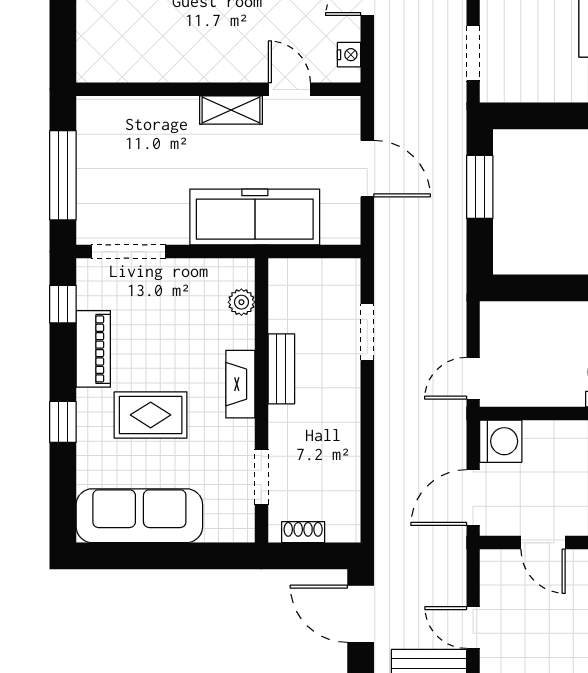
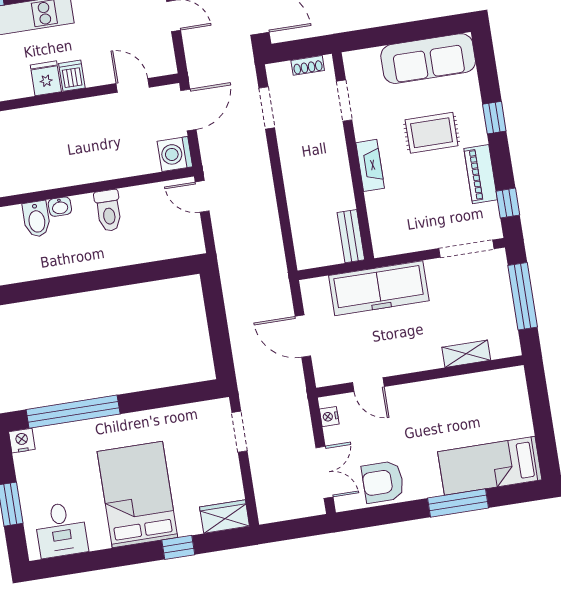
shelving: (231, 110) -> (466, 354), moved
window: (480, 187) -> (219, 336), removed
plant: (241, 302) -> (379, 225), removed
doorway: (367, 332) -> (267, 108), moved
bench: (281, 369) -> (351, 236), moved
door: (473, 378) -> (202, 196), swing flipped

